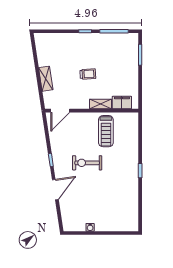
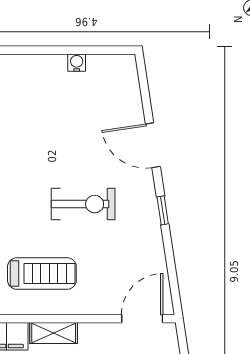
treadmill: (106, 131) -> (42, 274), turned 90
door: (55, 190) -> (153, 145), hinge flipped

